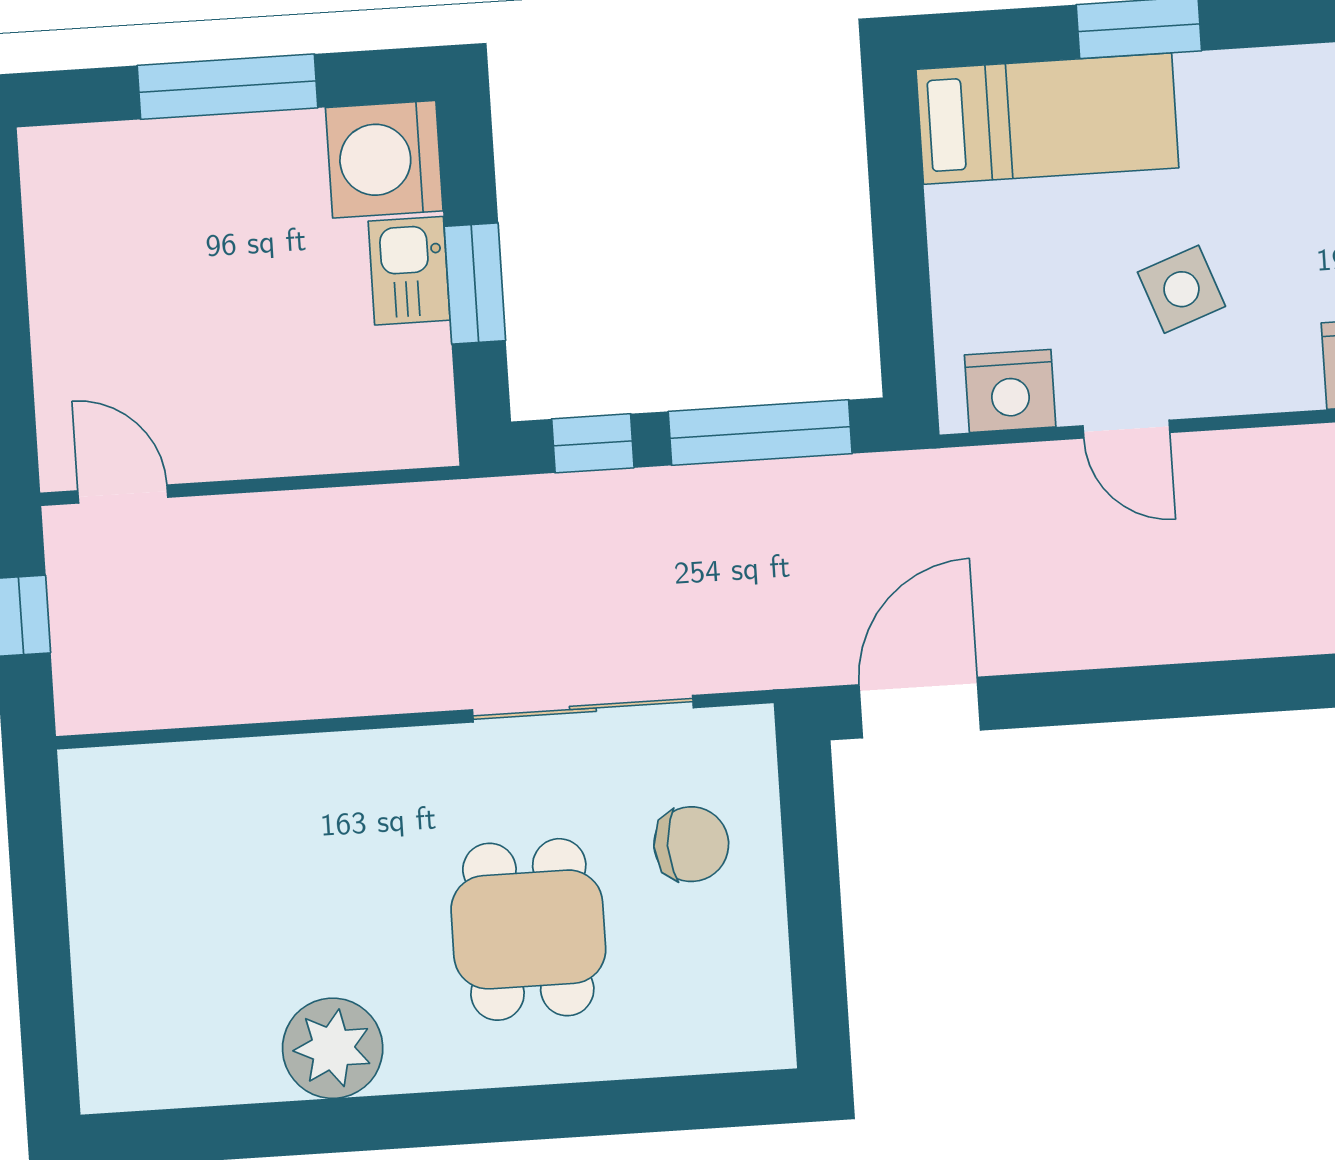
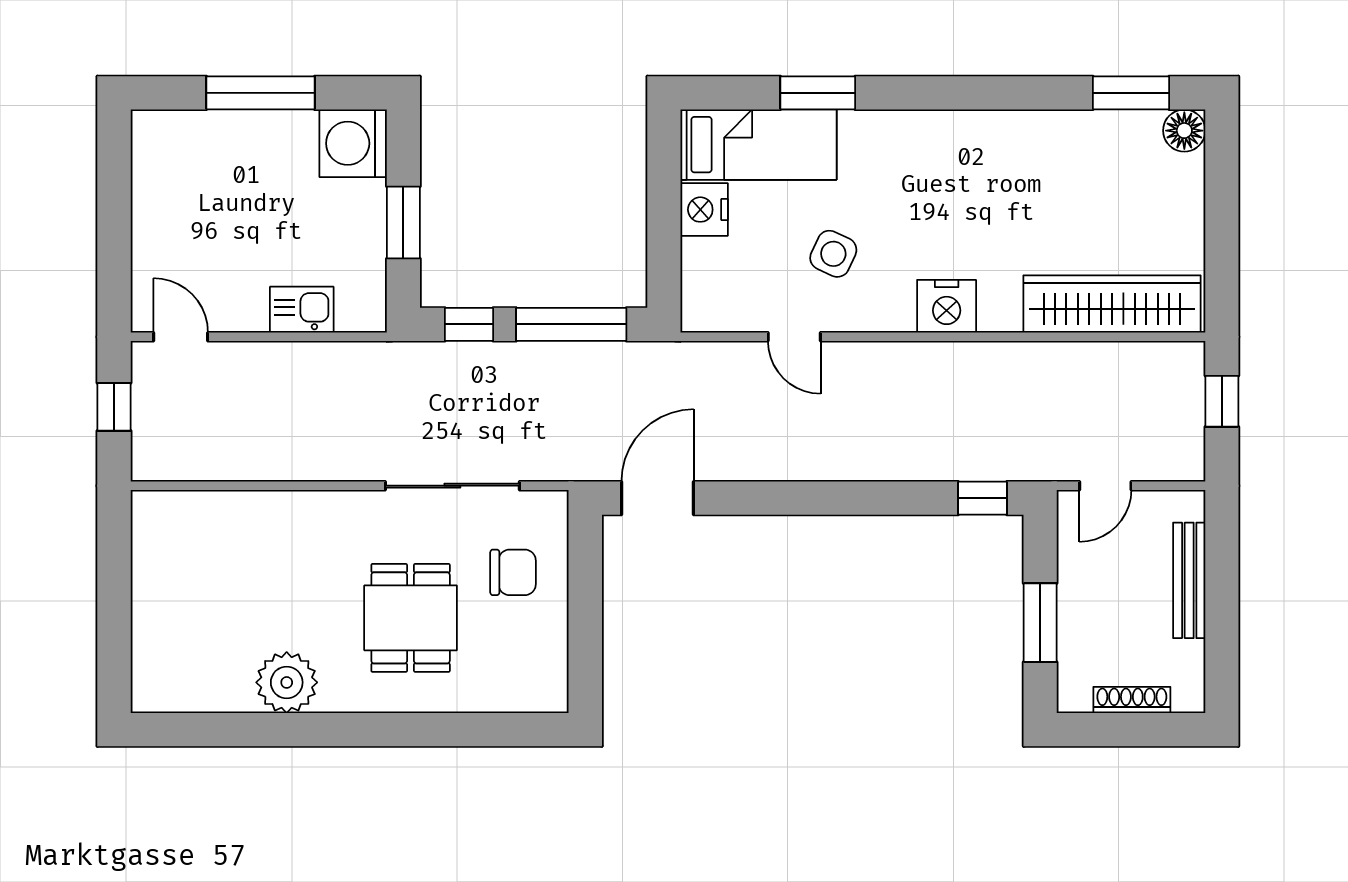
kitchen sink: (409, 271) -> (302, 310), moved, turned 90
side table: (1181, 289) -> (833, 254), turned 45
nightstand: (1010, 391) -> (704, 210), moved, turned 90

